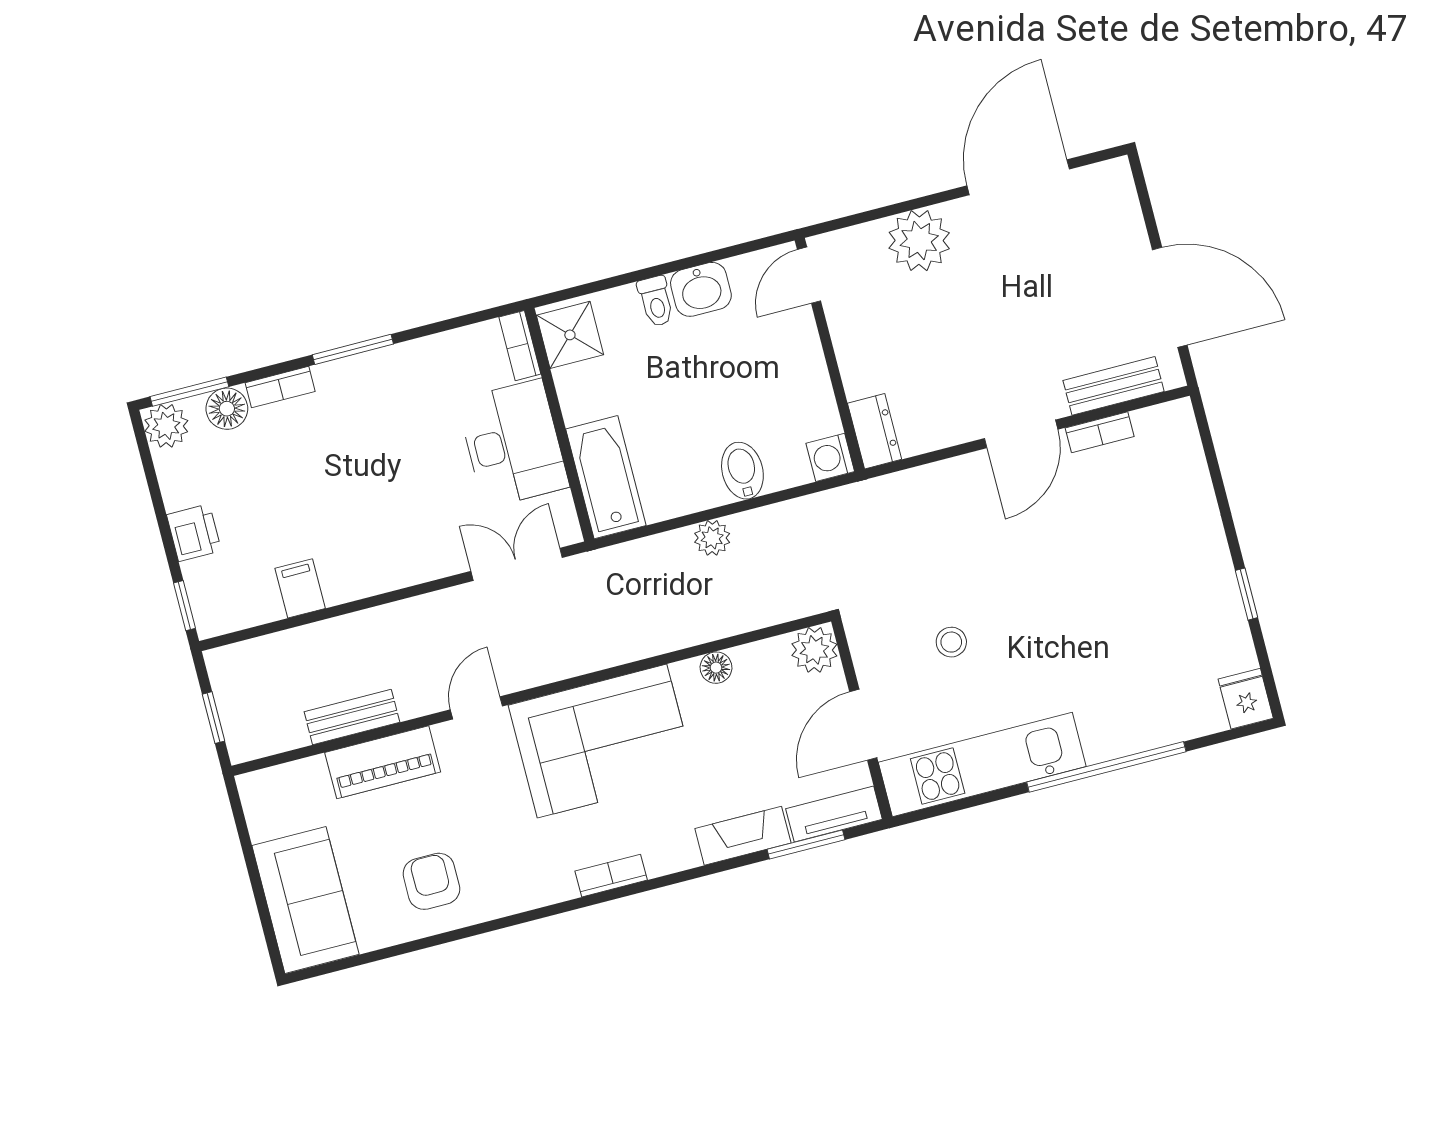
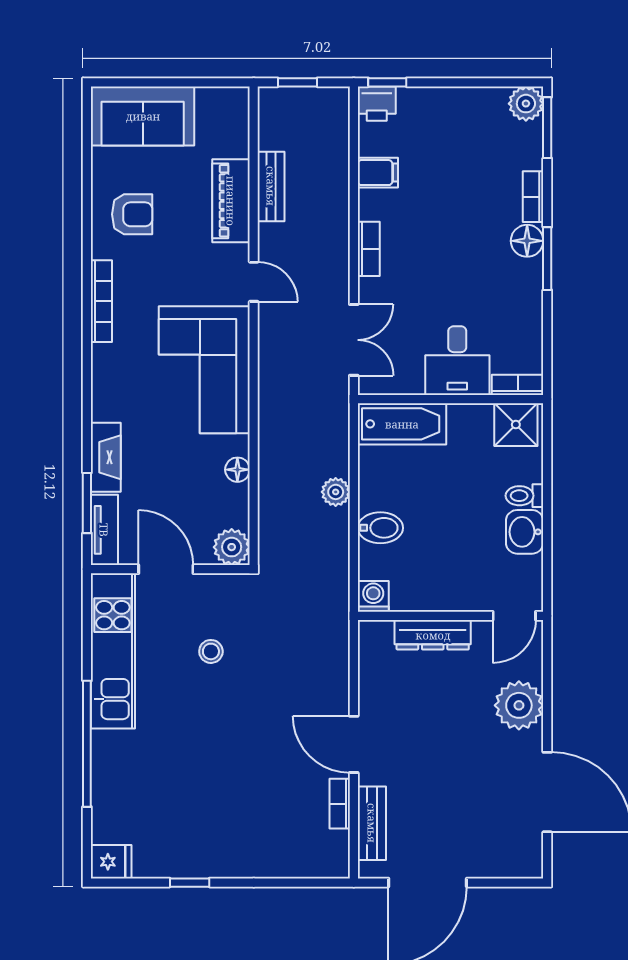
door: (809, 275) -> (514, 616), swing flipped
floor lamp: (227, 409) -> (527, 241), moved
dresser: (875, 431) -> (433, 635), moved, width x1.44
desk: (513, 443) -> (457, 361), width x0.73
printer: (194, 533) -> (377, 104), moved
bookcase: (398, 575) -> (369, 249), added
bookcase: (611, 876) -> (101, 301), moved, width x1.56

